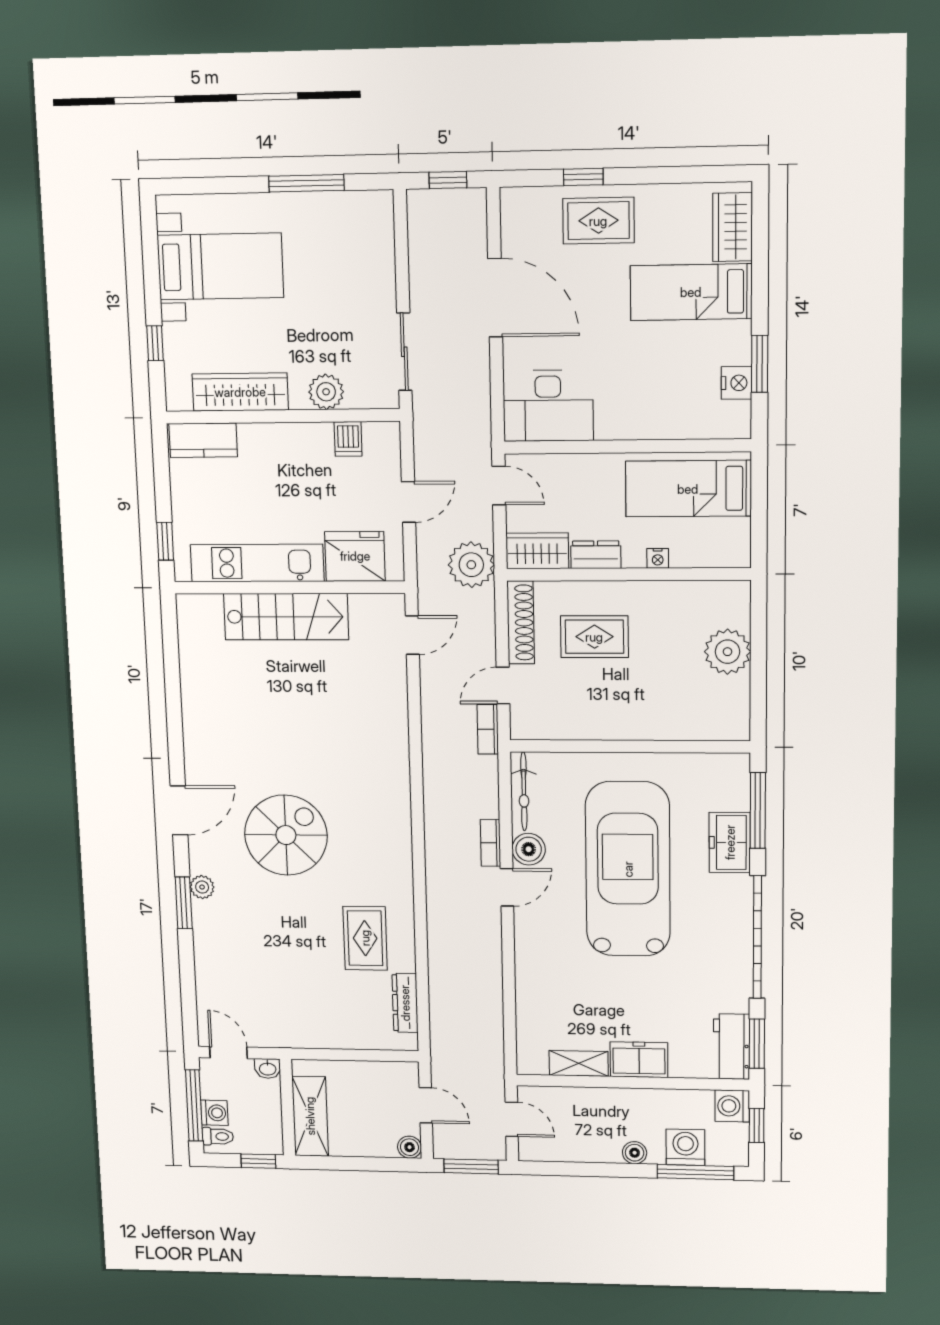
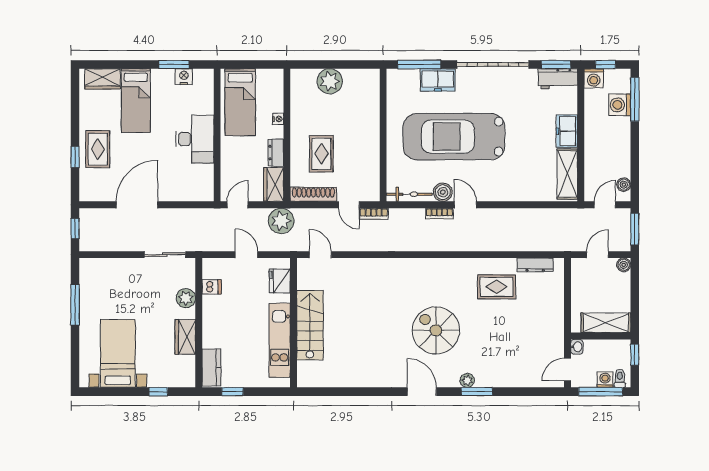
wardrobe: (240, 392) -> (185, 337), width x0.67
desk: (548, 406) -> (195, 139), moved
window: (165, 541) -> (232, 392), moved
fridge: (355, 556) -> (280, 281), width x0.73, depth x0.75
shelving: (579, 1063) -> (567, 174), width x1.50, depth x1.33
boiler: (635, 1153) -> (624, 185), moved

